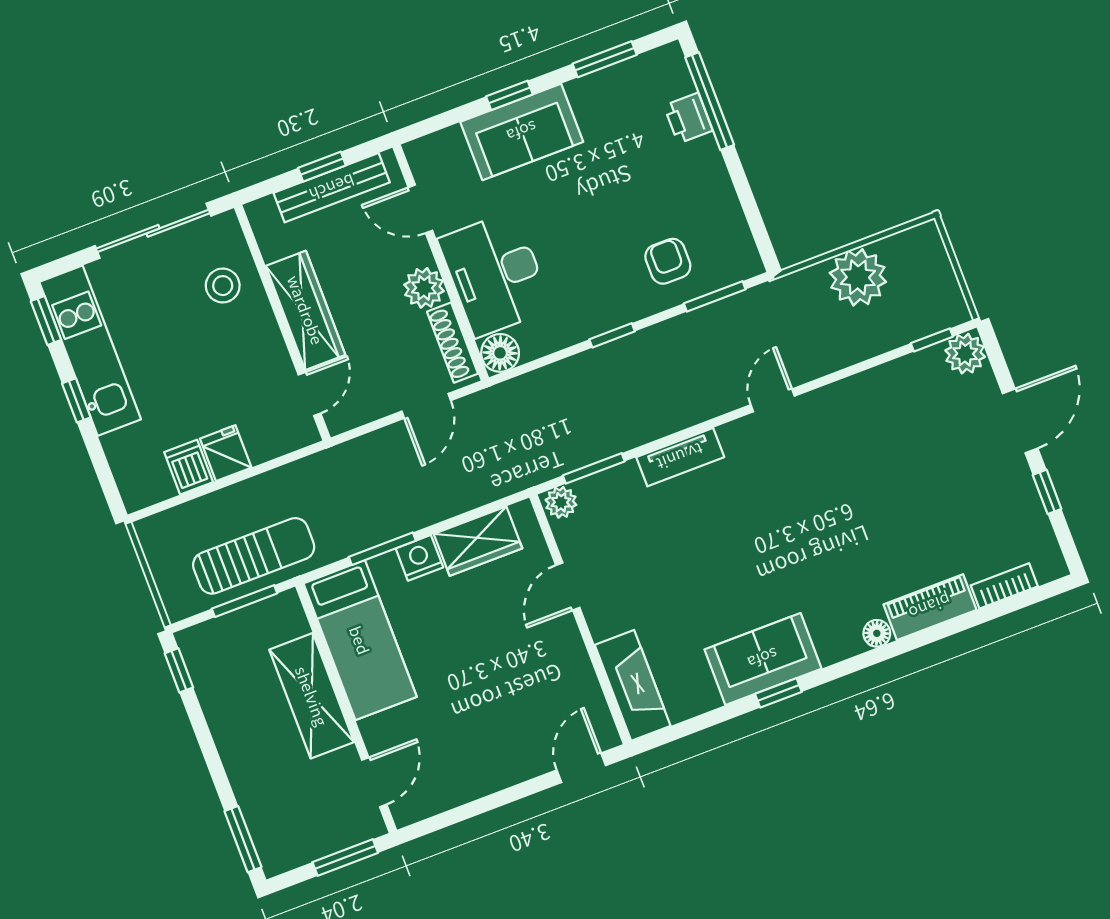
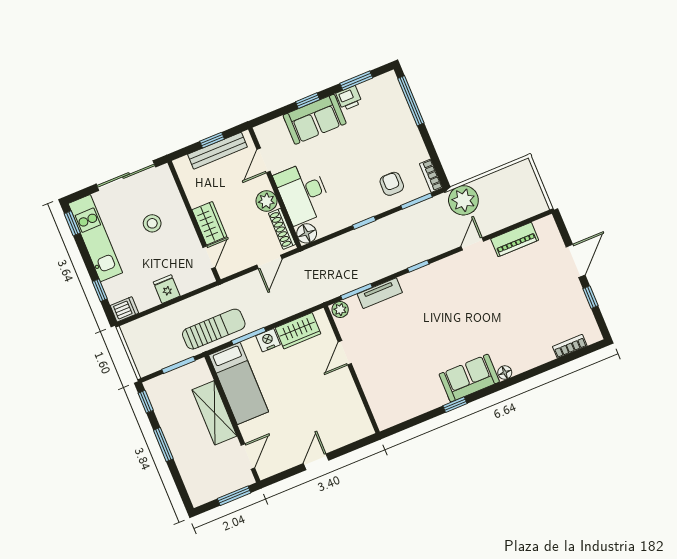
printer: (688, 118) -> (349, 98), moved, turned -90
door: (420, 209) -> (263, 160), hinge flipped
bookcase: (744, 248) -> (431, 176), added
plant: (858, 277) -> (463, 200), moved
stool: (223, 286) -> (152, 223), moved
wardrobe: (306, 310) -> (209, 223), width x0.67
window: (932, 340) -> (418, 266), moved
plant: (965, 354) -> (546, 227), removed
window: (76, 400) -> (100, 290), moved
door: (773, 400) -> (472, 244), moved
tv unit: (680, 457) -> (380, 293), moved
dishwasher: (189, 467) -> (124, 309), moved, turned 90
sun lounger: (254, 556) -> (214, 329), moved
piano: (930, 607) -> (515, 240), moved, turned 180
sofa: (763, 659) -> (469, 378), moved
fireplace: (633, 685) -> (380, 403), removed
door: (581, 768) -> (316, 462), moved
window: (243, 839) -> (163, 445), moved

